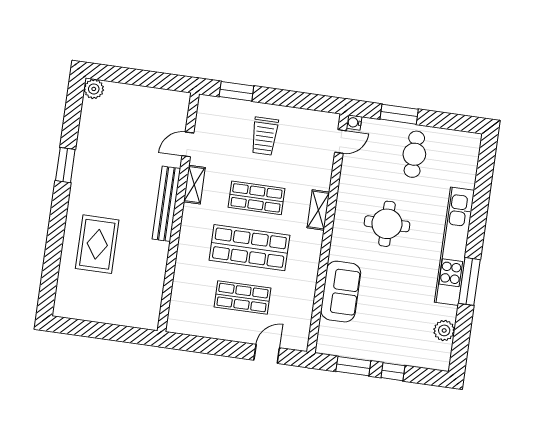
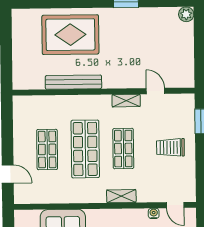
water cooler: (354, 123) -> (154, 213), moved
bench: (166, 204) -> (73, 82), moved
rug: (97, 244) -> (70, 35), width x1.37, depth x1.44

